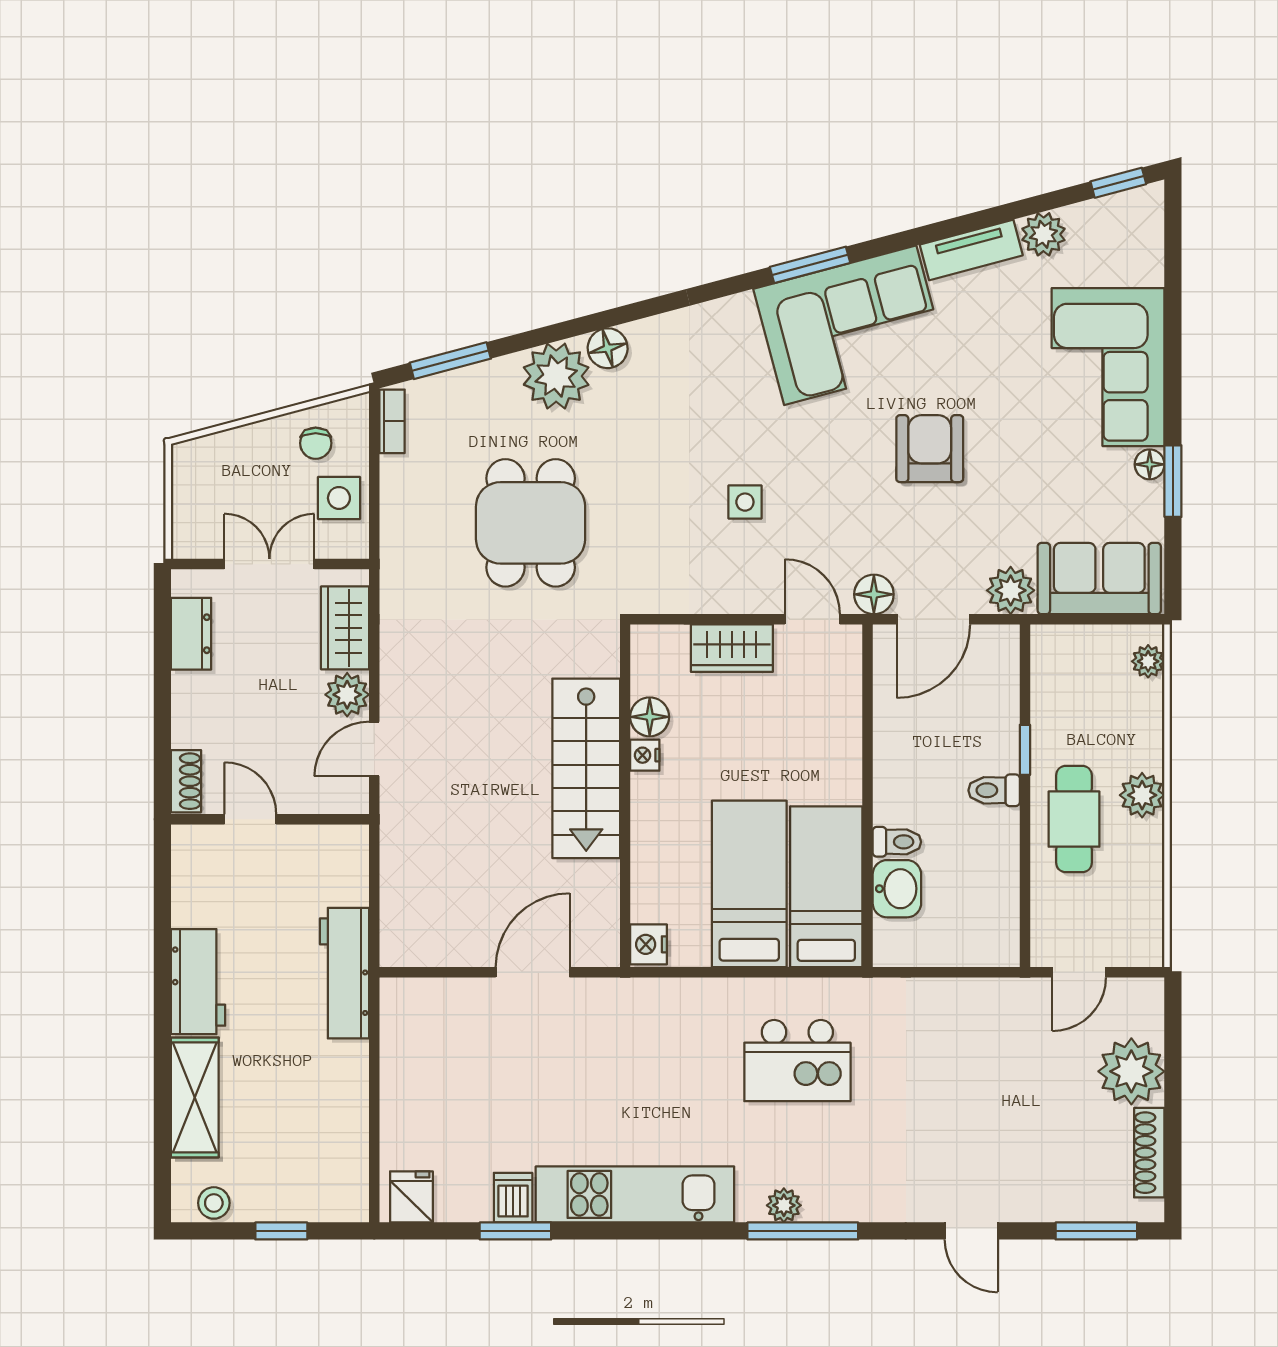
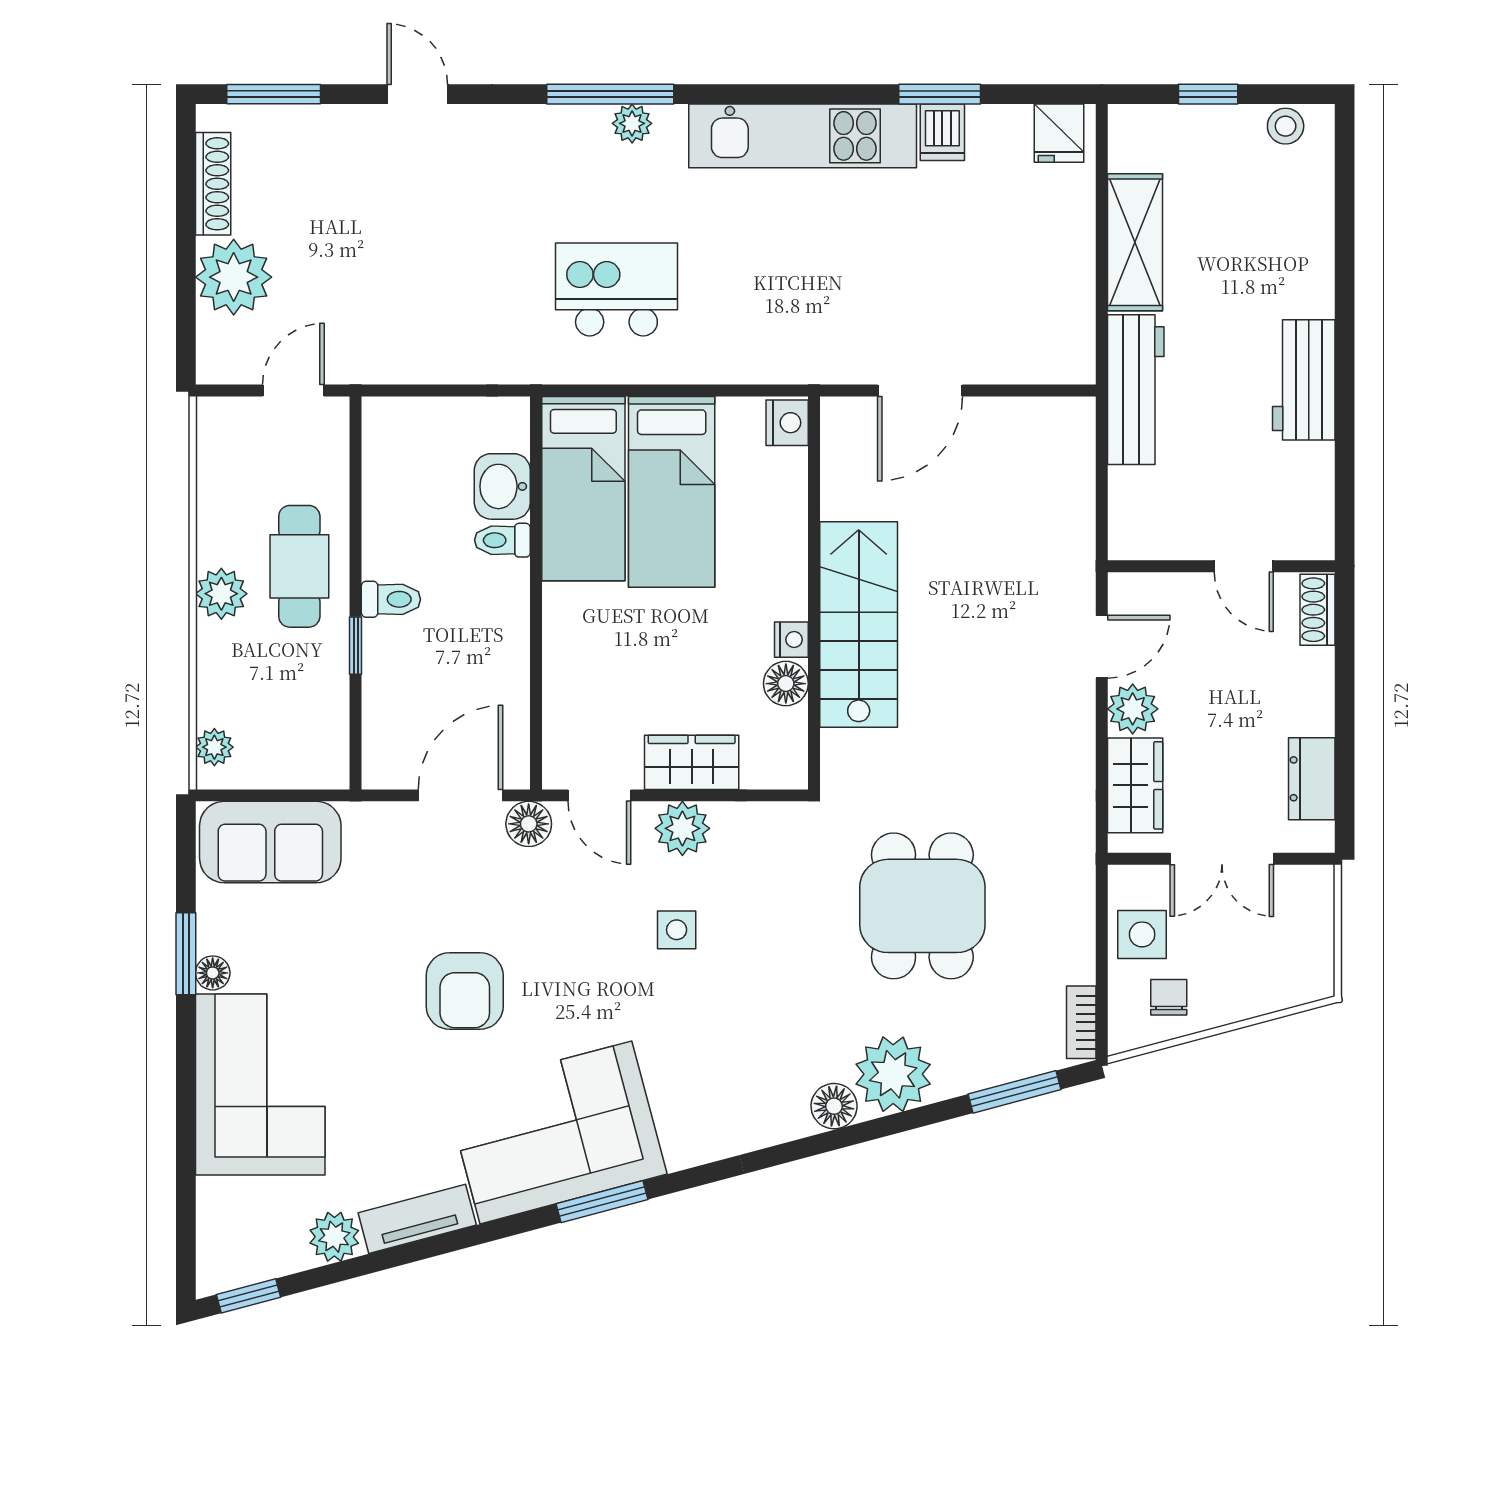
plant: (1011, 590) -> (682, 828), moved
shelving: (195, 1097) -> (1135, 242), moved

